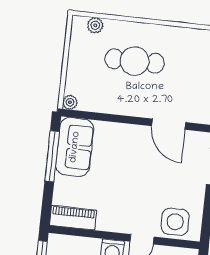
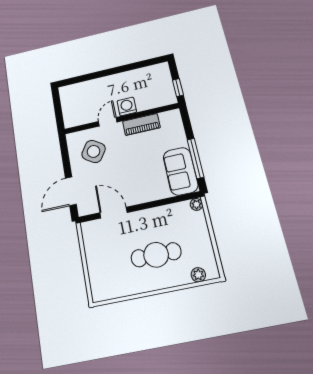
piano: (73, 218) -> (141, 124), moved
side table: (175, 222) -> (94, 151), moved, turned 35

